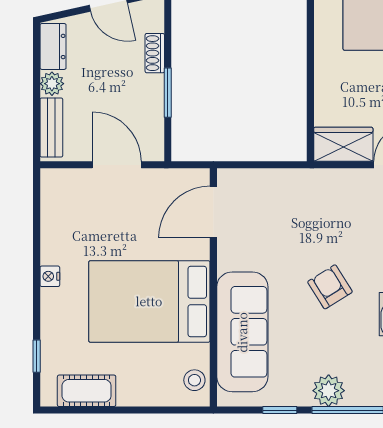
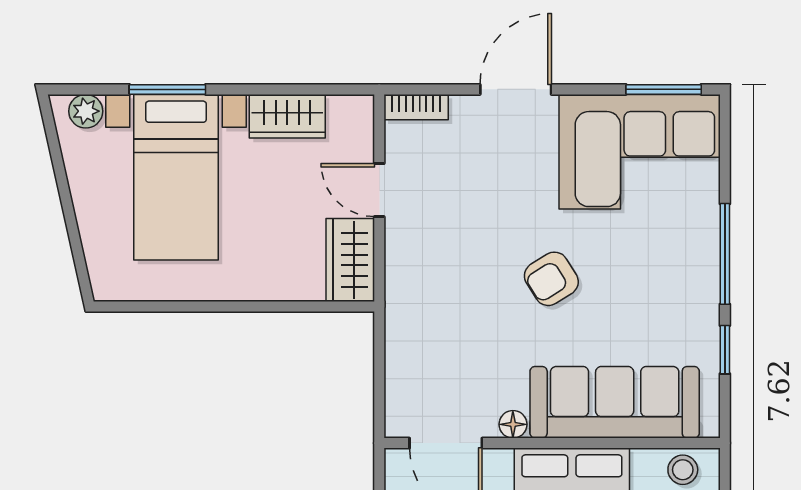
floor lamp: (227, 260) -> (513, 424), added
plant: (329, 391) -> (697, 281), removed

